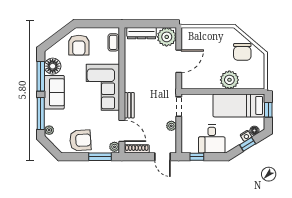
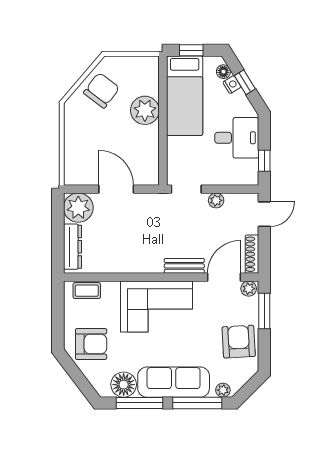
chair: (242, 52) -> (101, 90), turned -53
sofa: (54, 92) -> (174, 382), width x1.36

